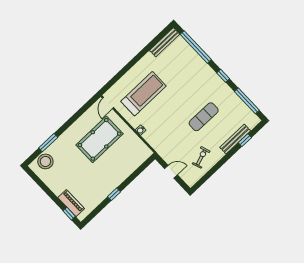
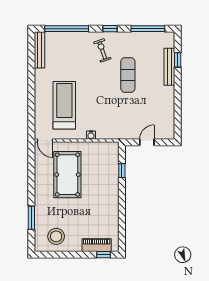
exercise bike: (201, 157) -> (102, 50), moved
stool: (45, 161) -> (56, 236), moved
window: (114, 194) -> (122, 171), moved

